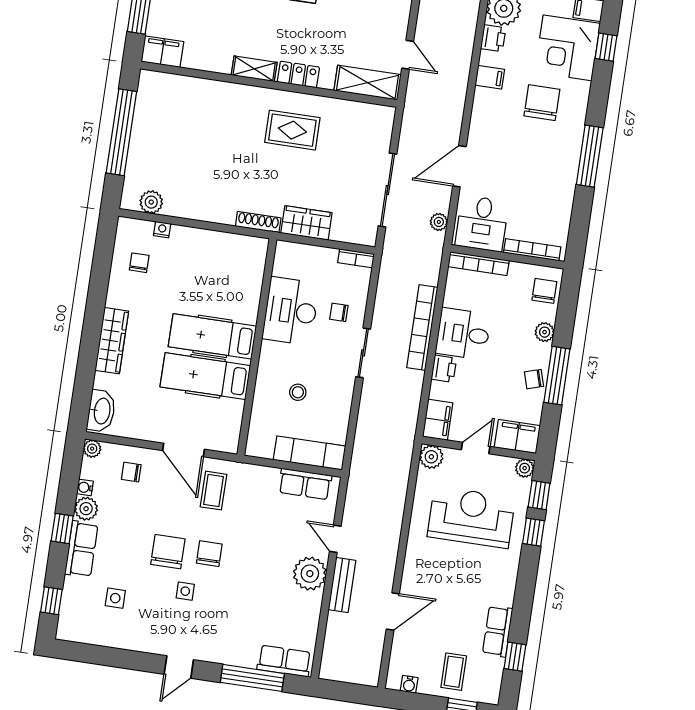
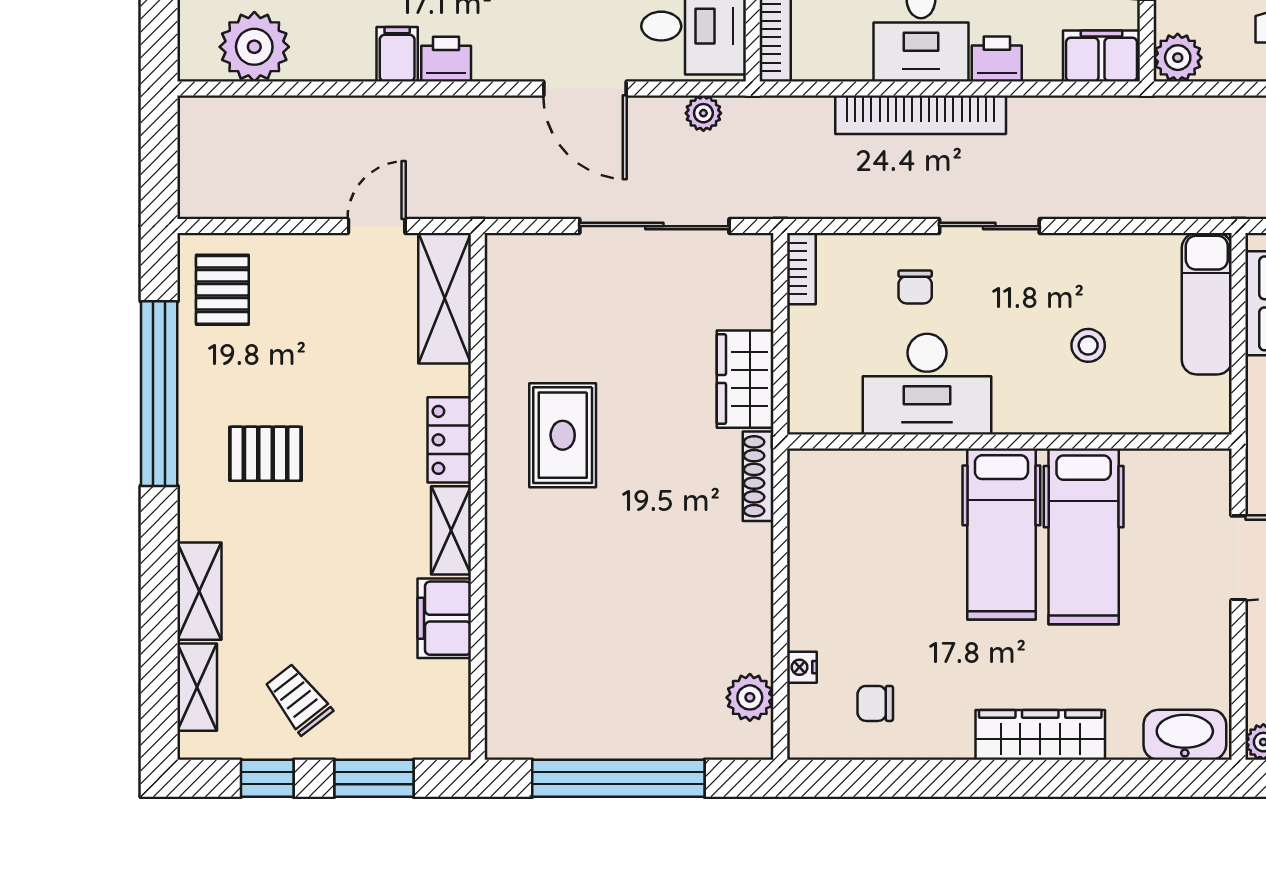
printer: (493, 38) -> (446, 59), moved
filing cabinet: (162, 52) -> (444, 618), moved

